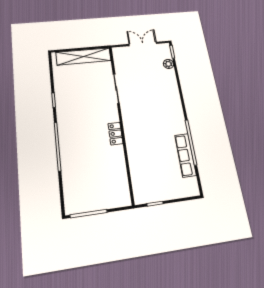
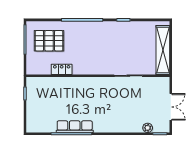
locker: (115, 134) -> (62, 69), moved
row of seats: (185, 155) -> (75, 127), moved
pallet: (87, 183) -> (49, 41), added

